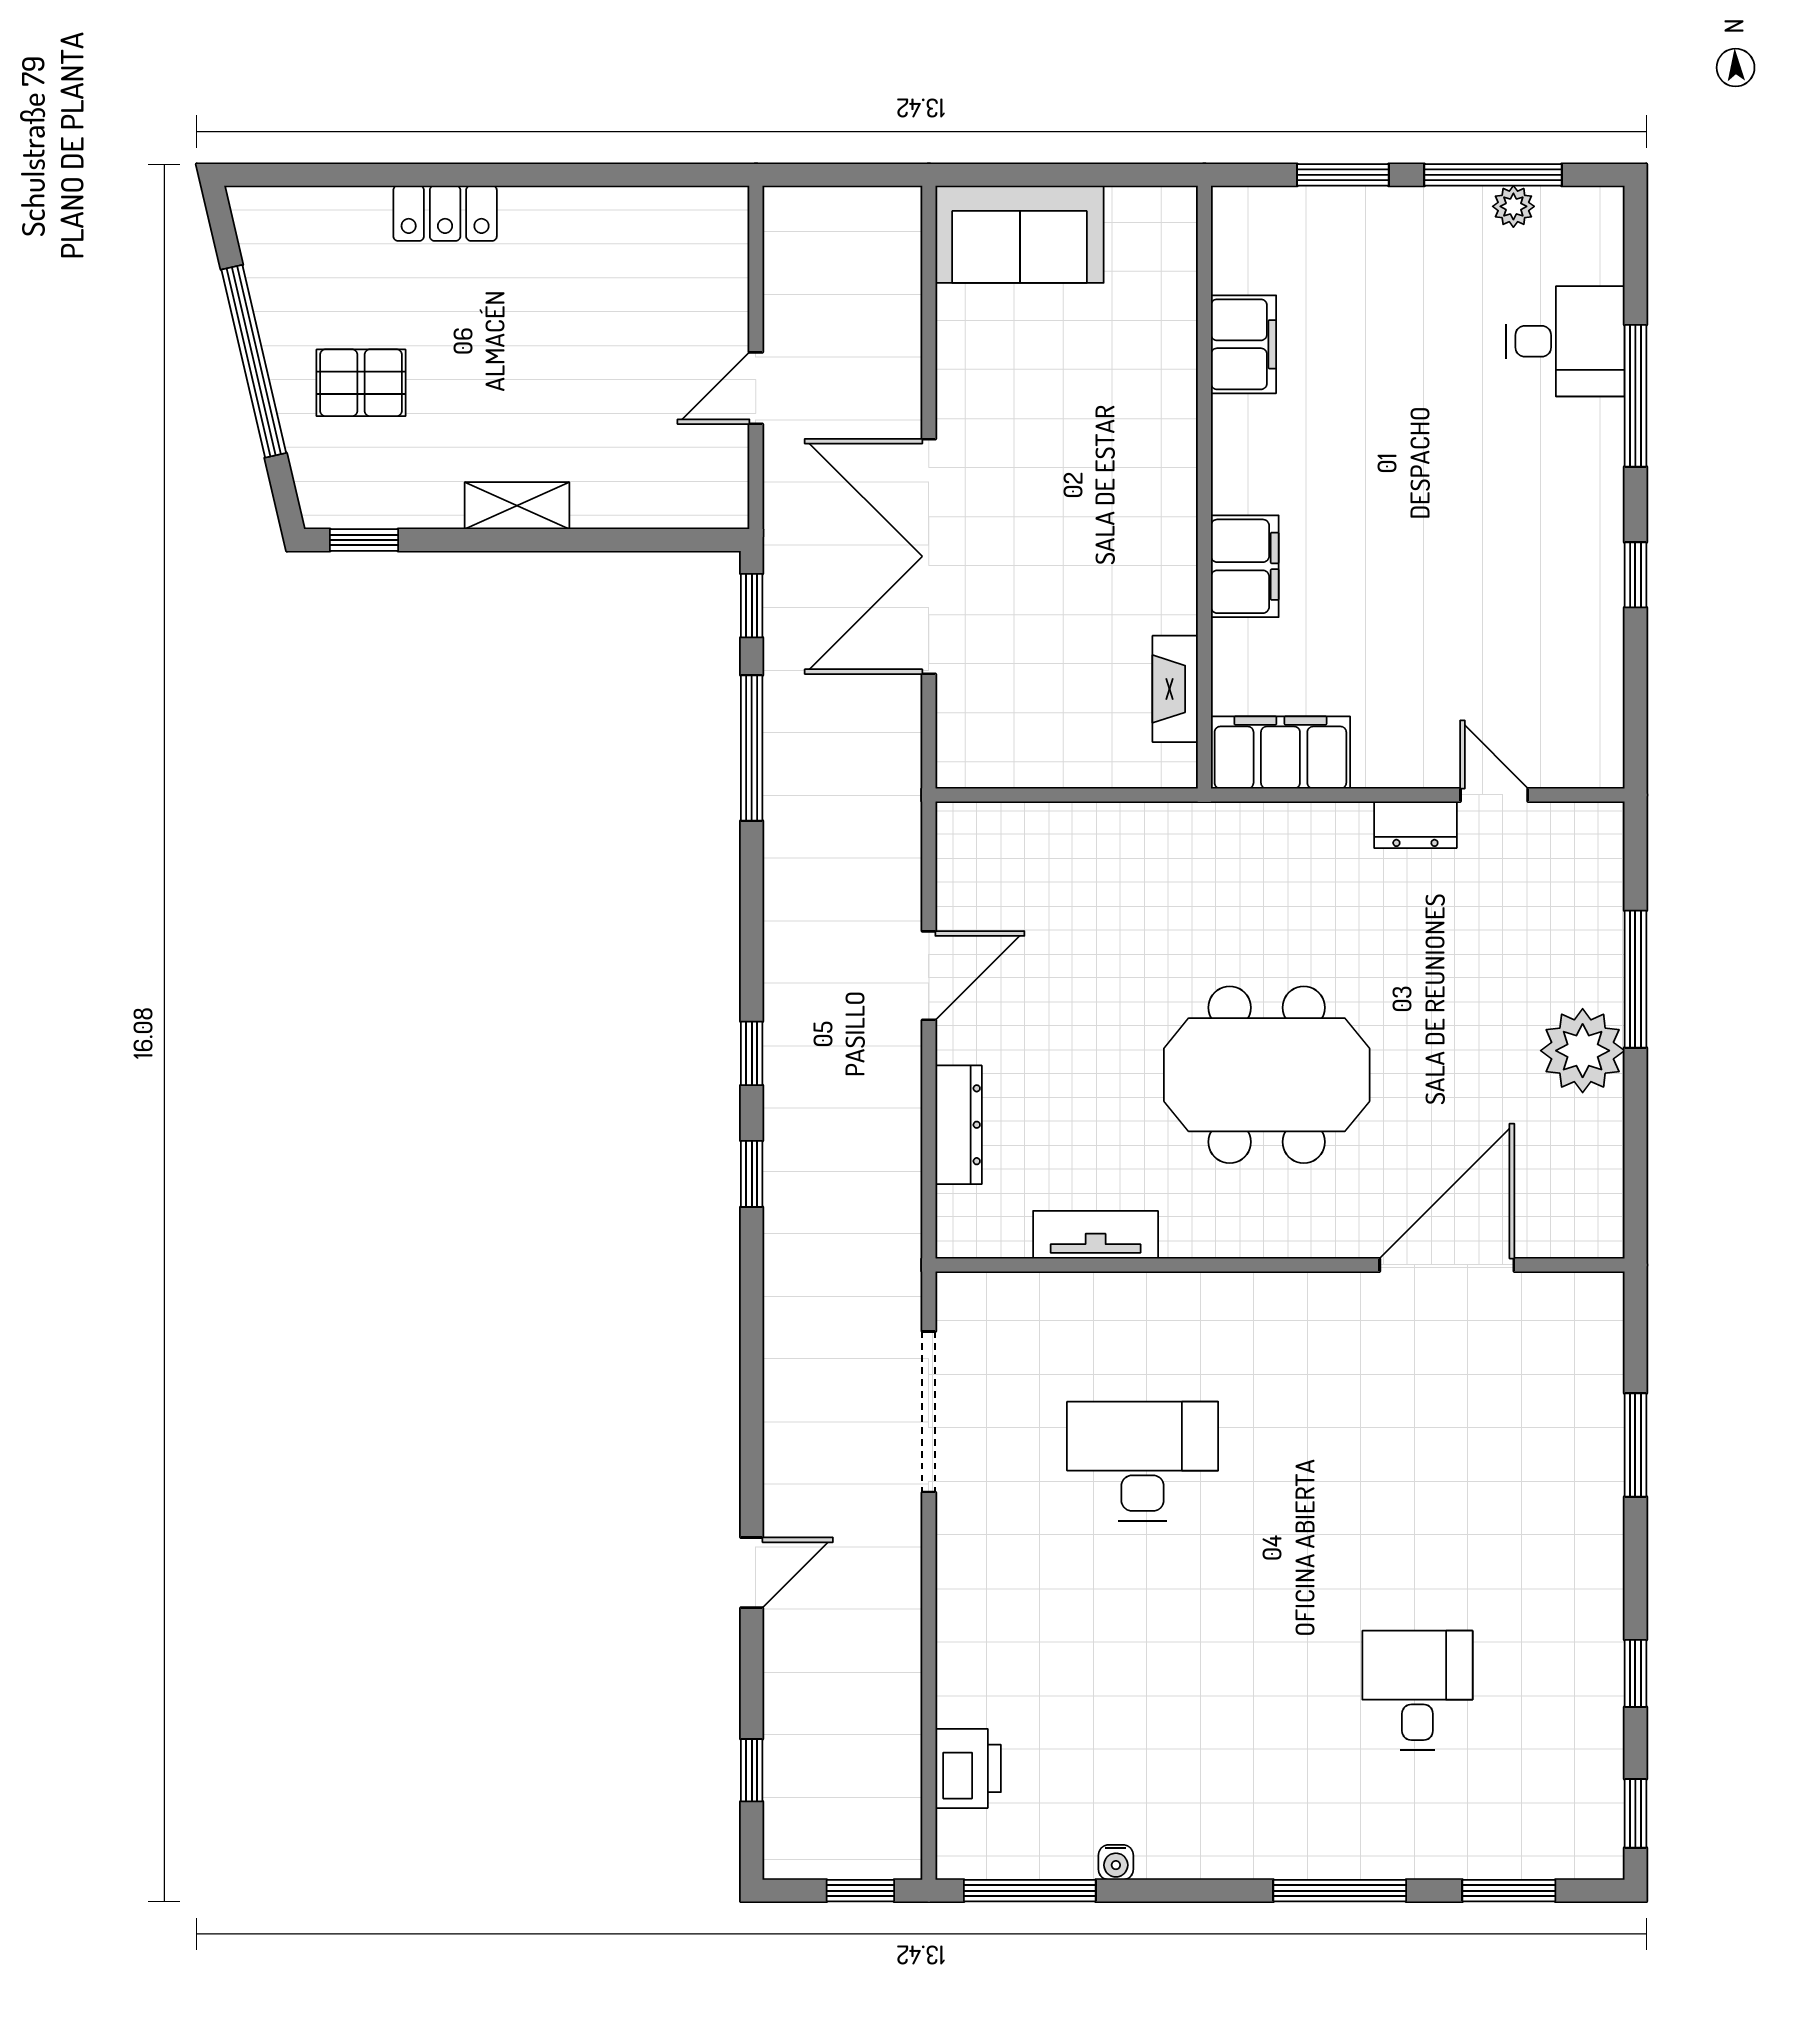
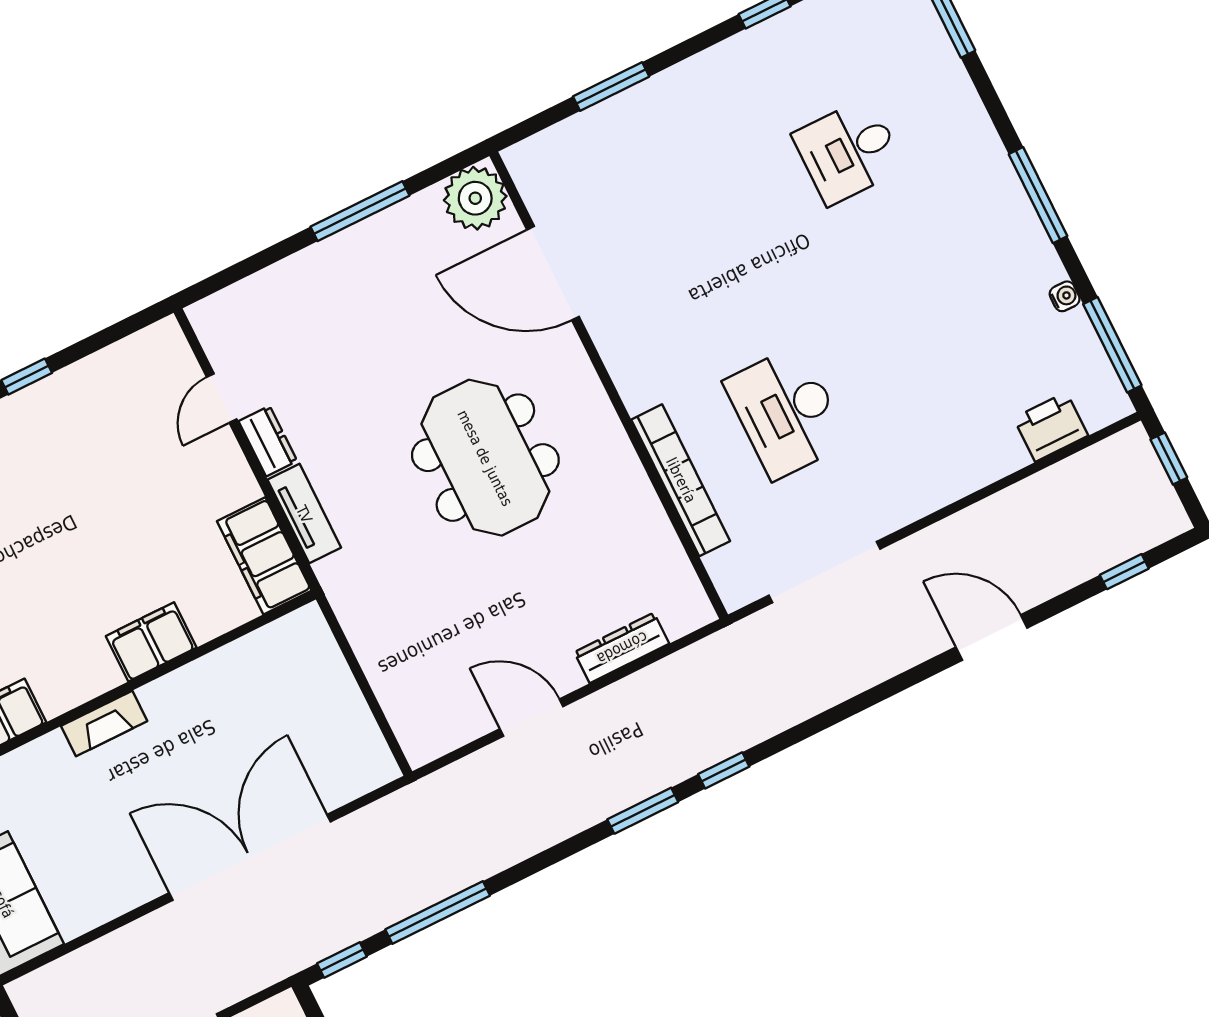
double door: (929, 556) -> (250, 857), swing flipped
fireplace: (1175, 689) -> (104, 723), moved
window: (1635, 979) -> (360, 211), moved
plant: (1583, 1051) -> (475, 198), moved
window: (752, 1053) -> (643, 811), width x1.50
tv unit: (1096, 1235) -> (304, 514), moved, turned 180
bookcase: (1124, 1295) -> (681, 480), added
door: (752, 1573) -> (992, 638), width x1.38
window: (1340, 1891) -> (1038, 195), moved

